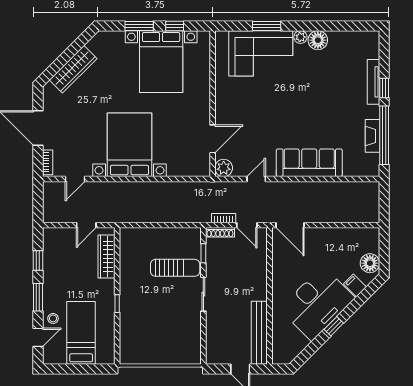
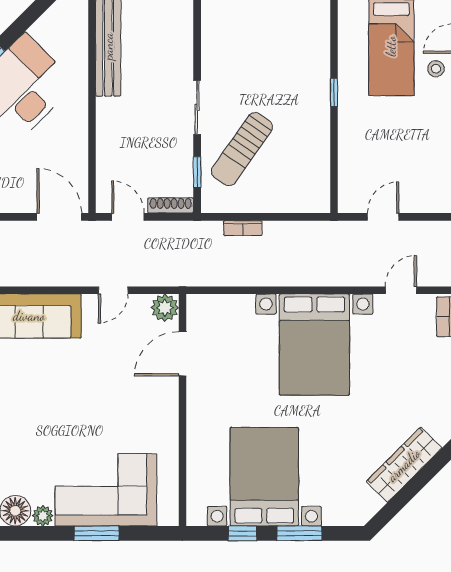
bookcase: (224, 218) -> (243, 228), moved
wardrobe: (107, 256) -> (351, 167), removed
sun lounger: (175, 268) -> (242, 149), turned -55

